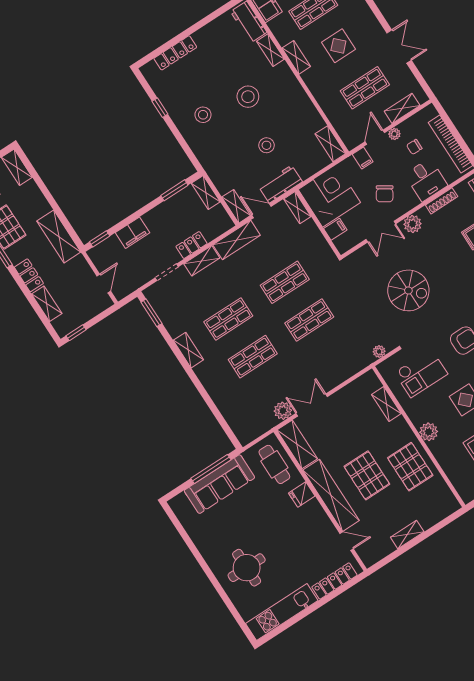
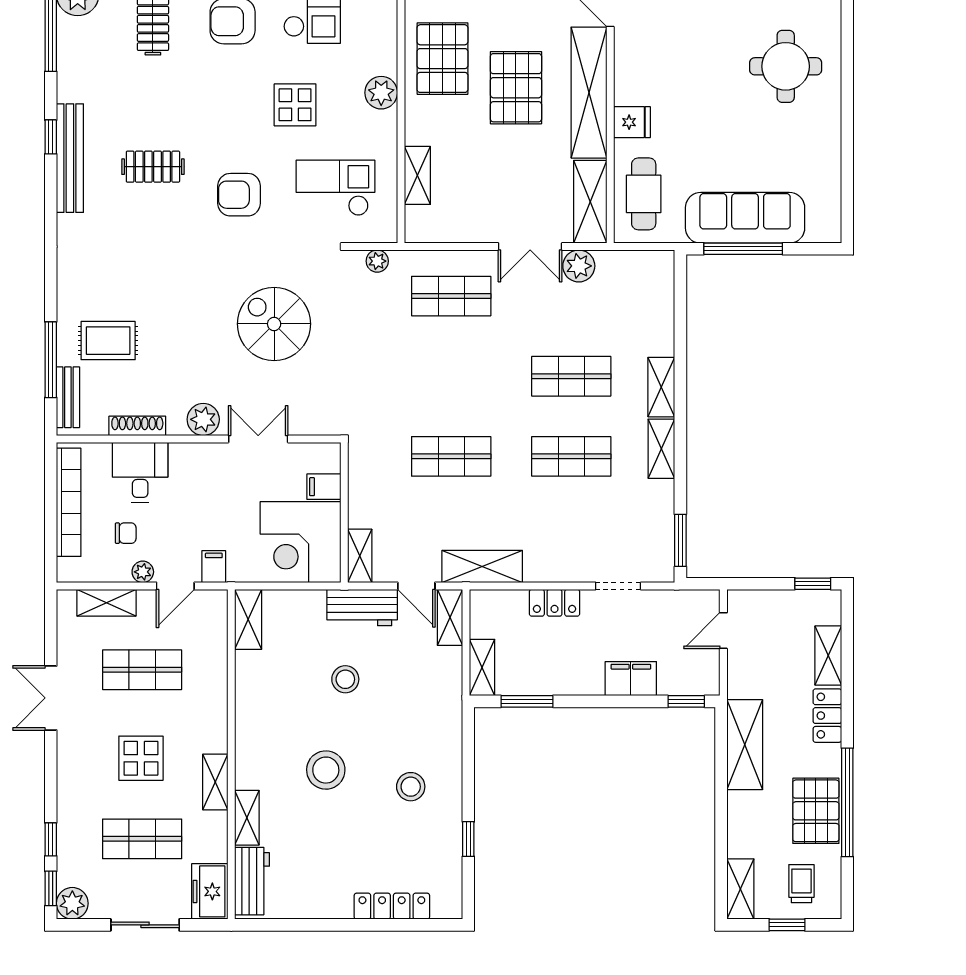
chair: (385, 194) -> (216, 492), removed
shelving: (202, 261) -> (661, 387), moved, turned 90
shop shelf: (309, 320) -> (451, 296), moved

